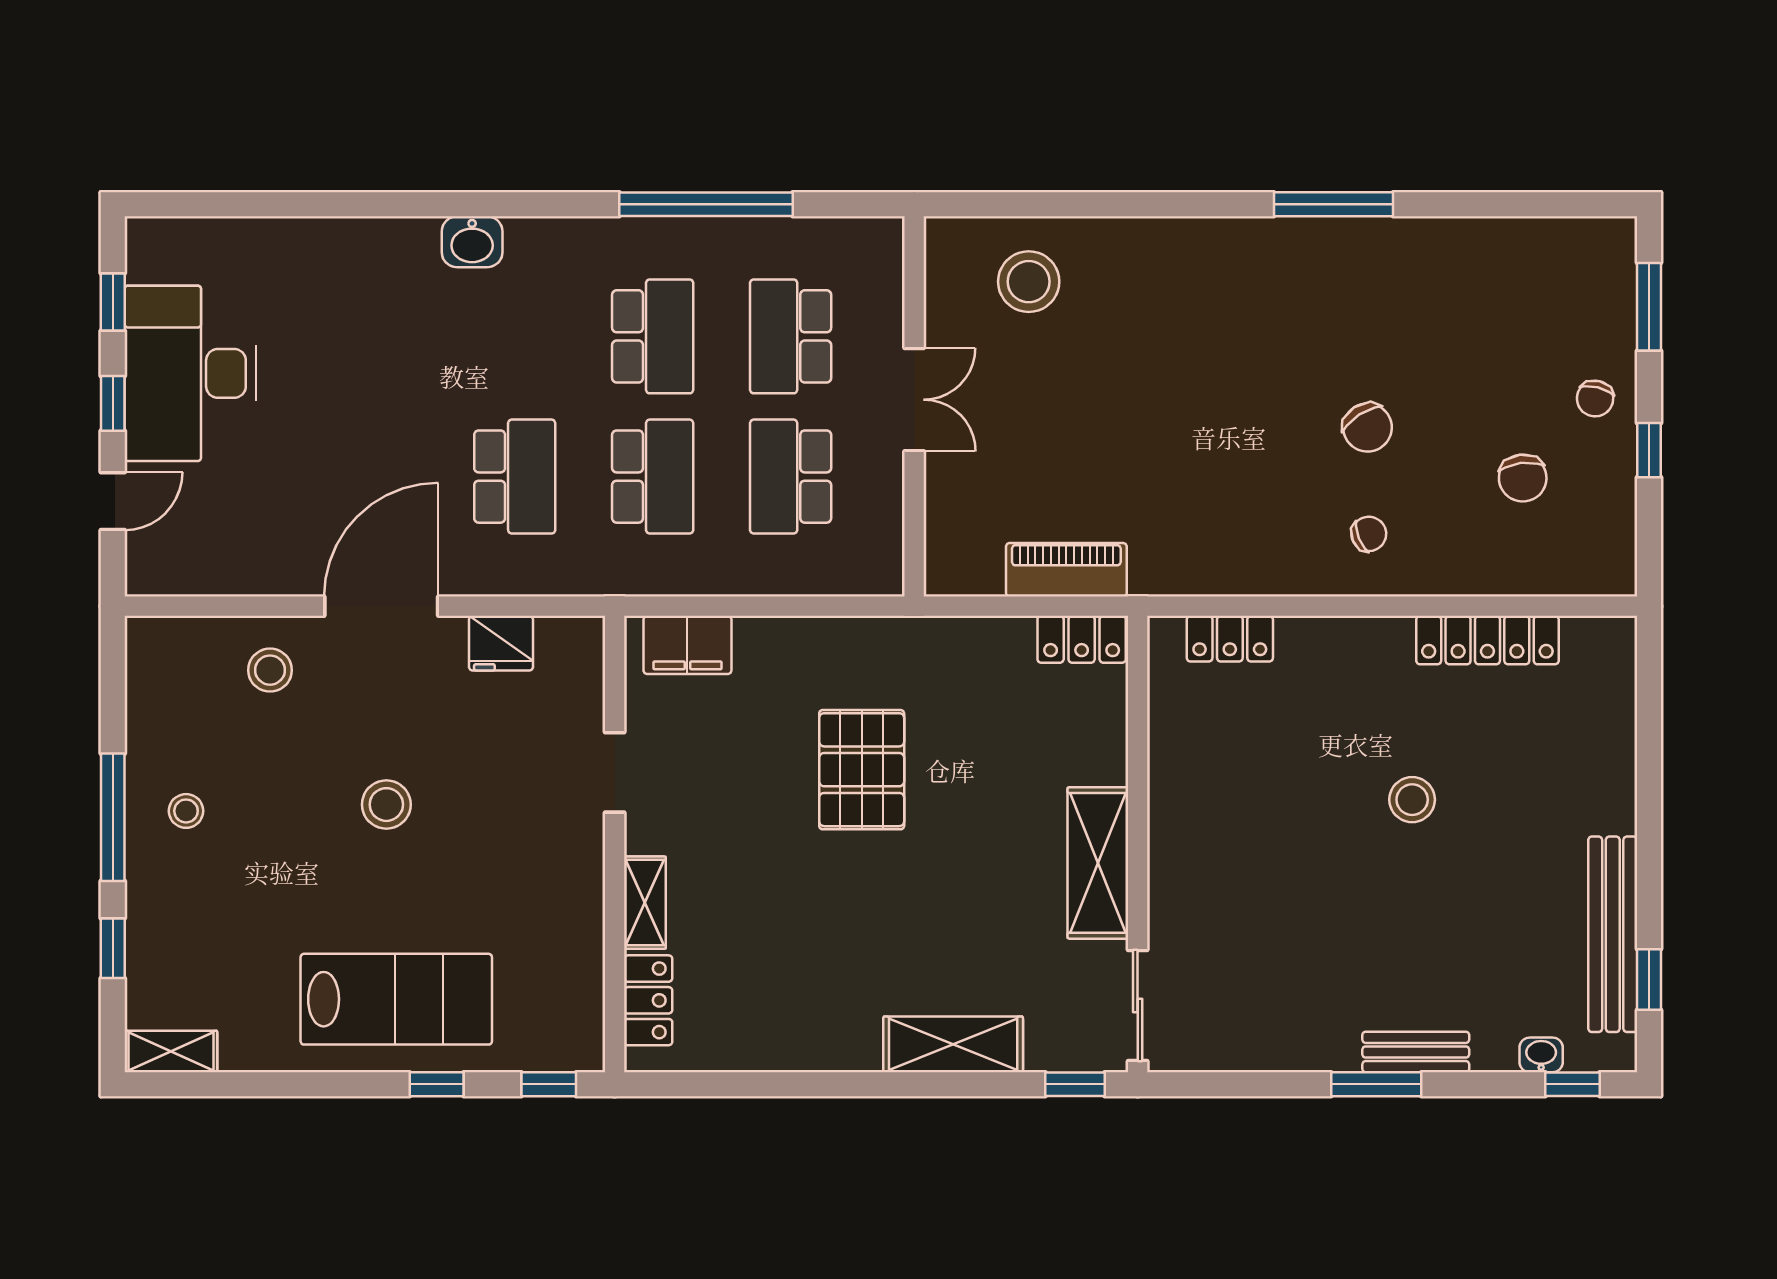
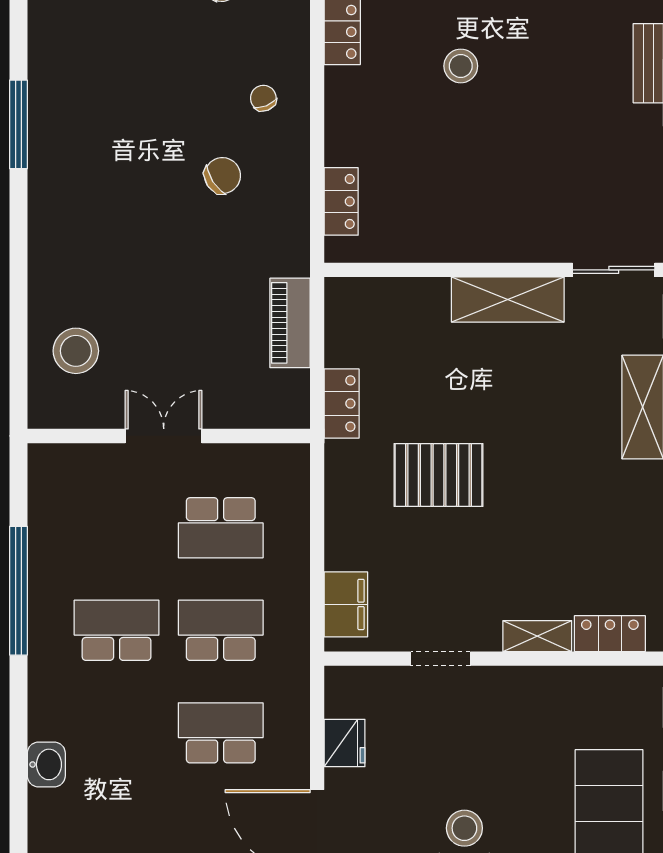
school desk: (791, 336) -> (117, 528), removed
chair: (1368, 428) -> (222, 176), moved
locker: (1082, 639) -> (342, 404), moved

